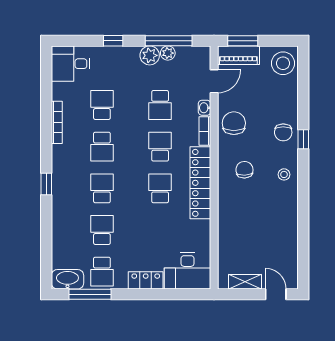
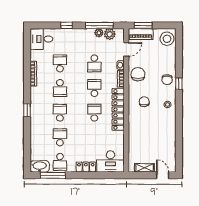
plant: (150, 55) -> (110, 34), moved

